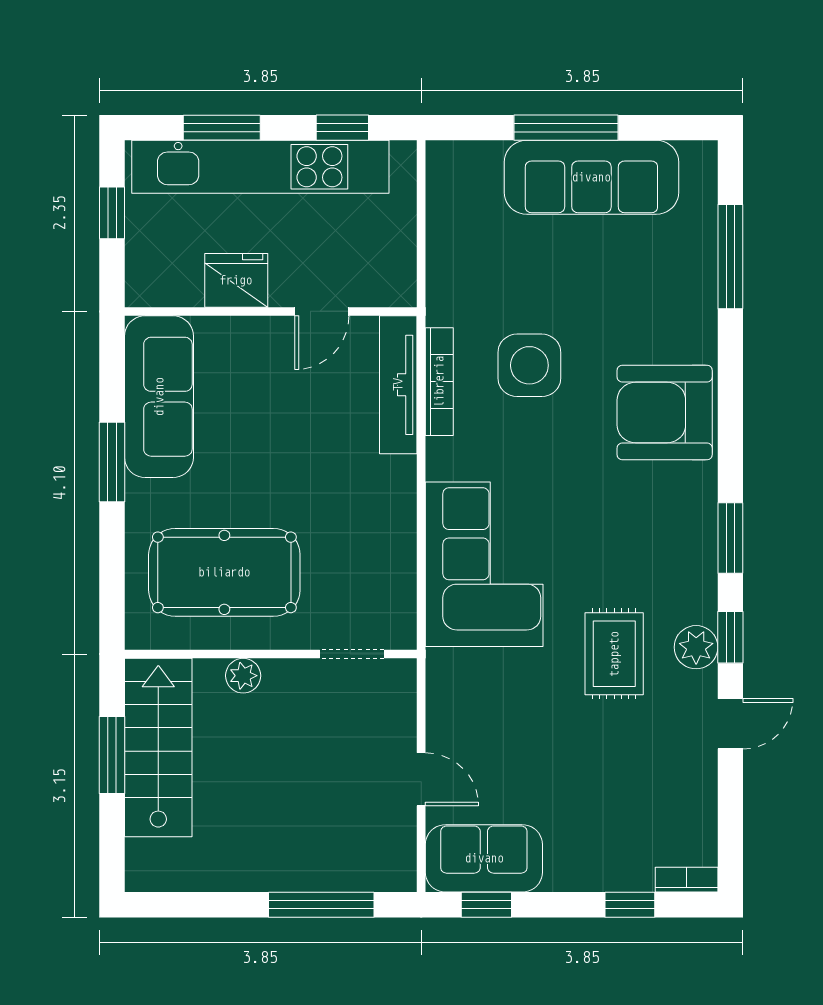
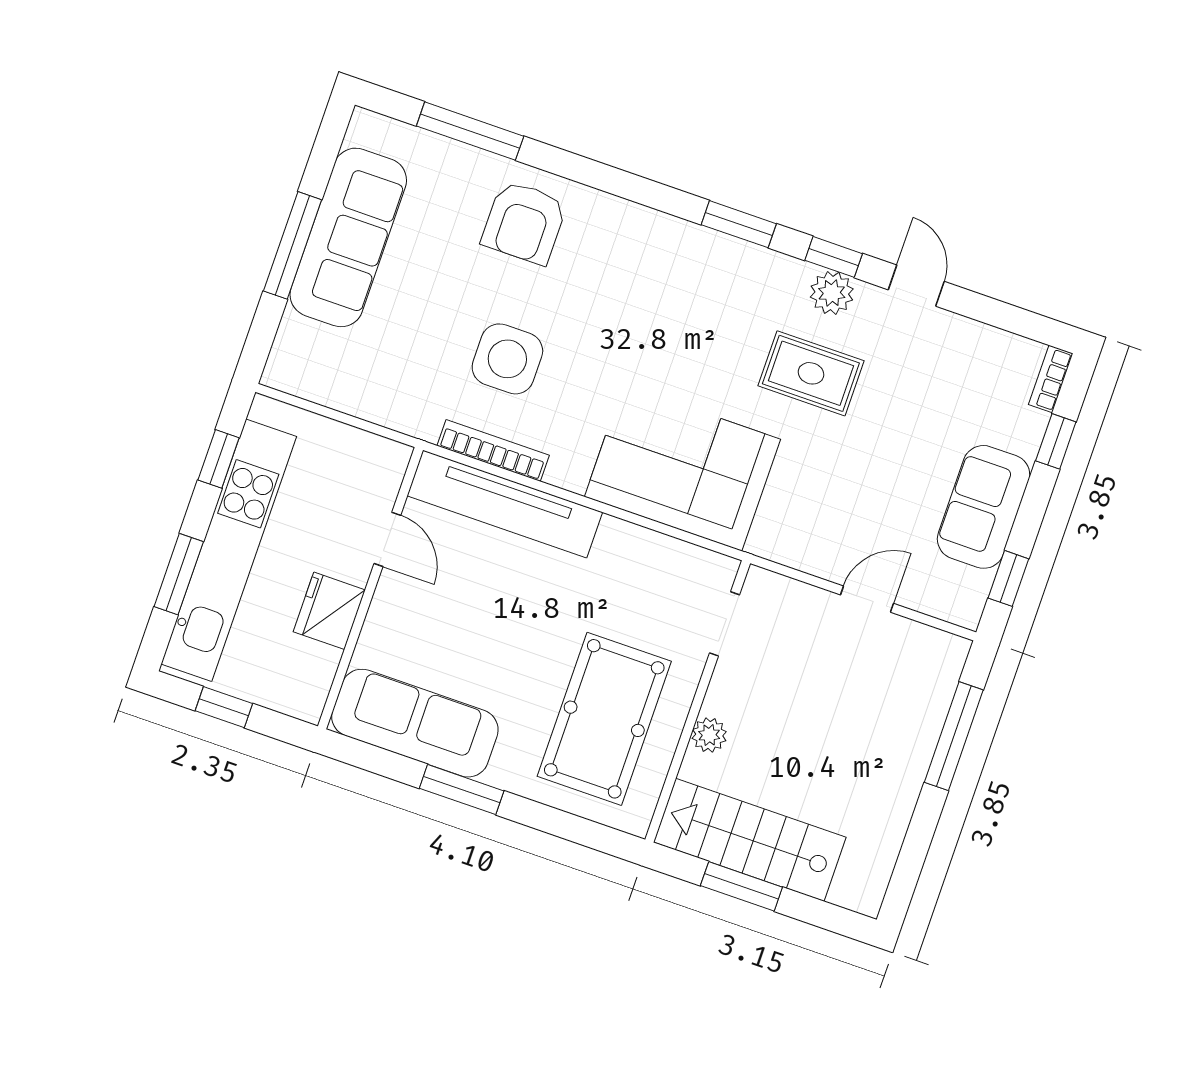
tv unit: (398, 385) -> (505, 504), width x1.36, depth x1.29
armchair: (665, 413) -> (524, 222), moved, width x0.73, depth x0.73
sofa: (484, 858) -> (984, 507), moved

